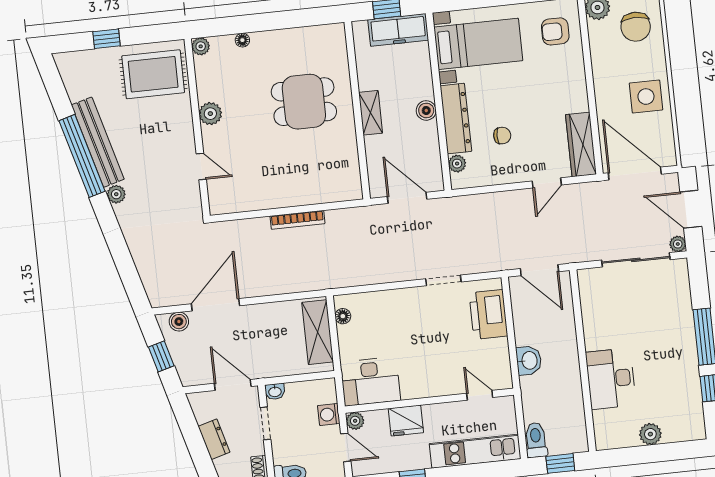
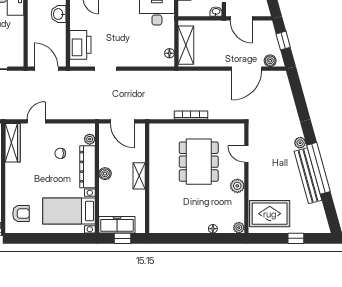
dining table: (304, 102) -> (199, 162), moved, width x1.38

